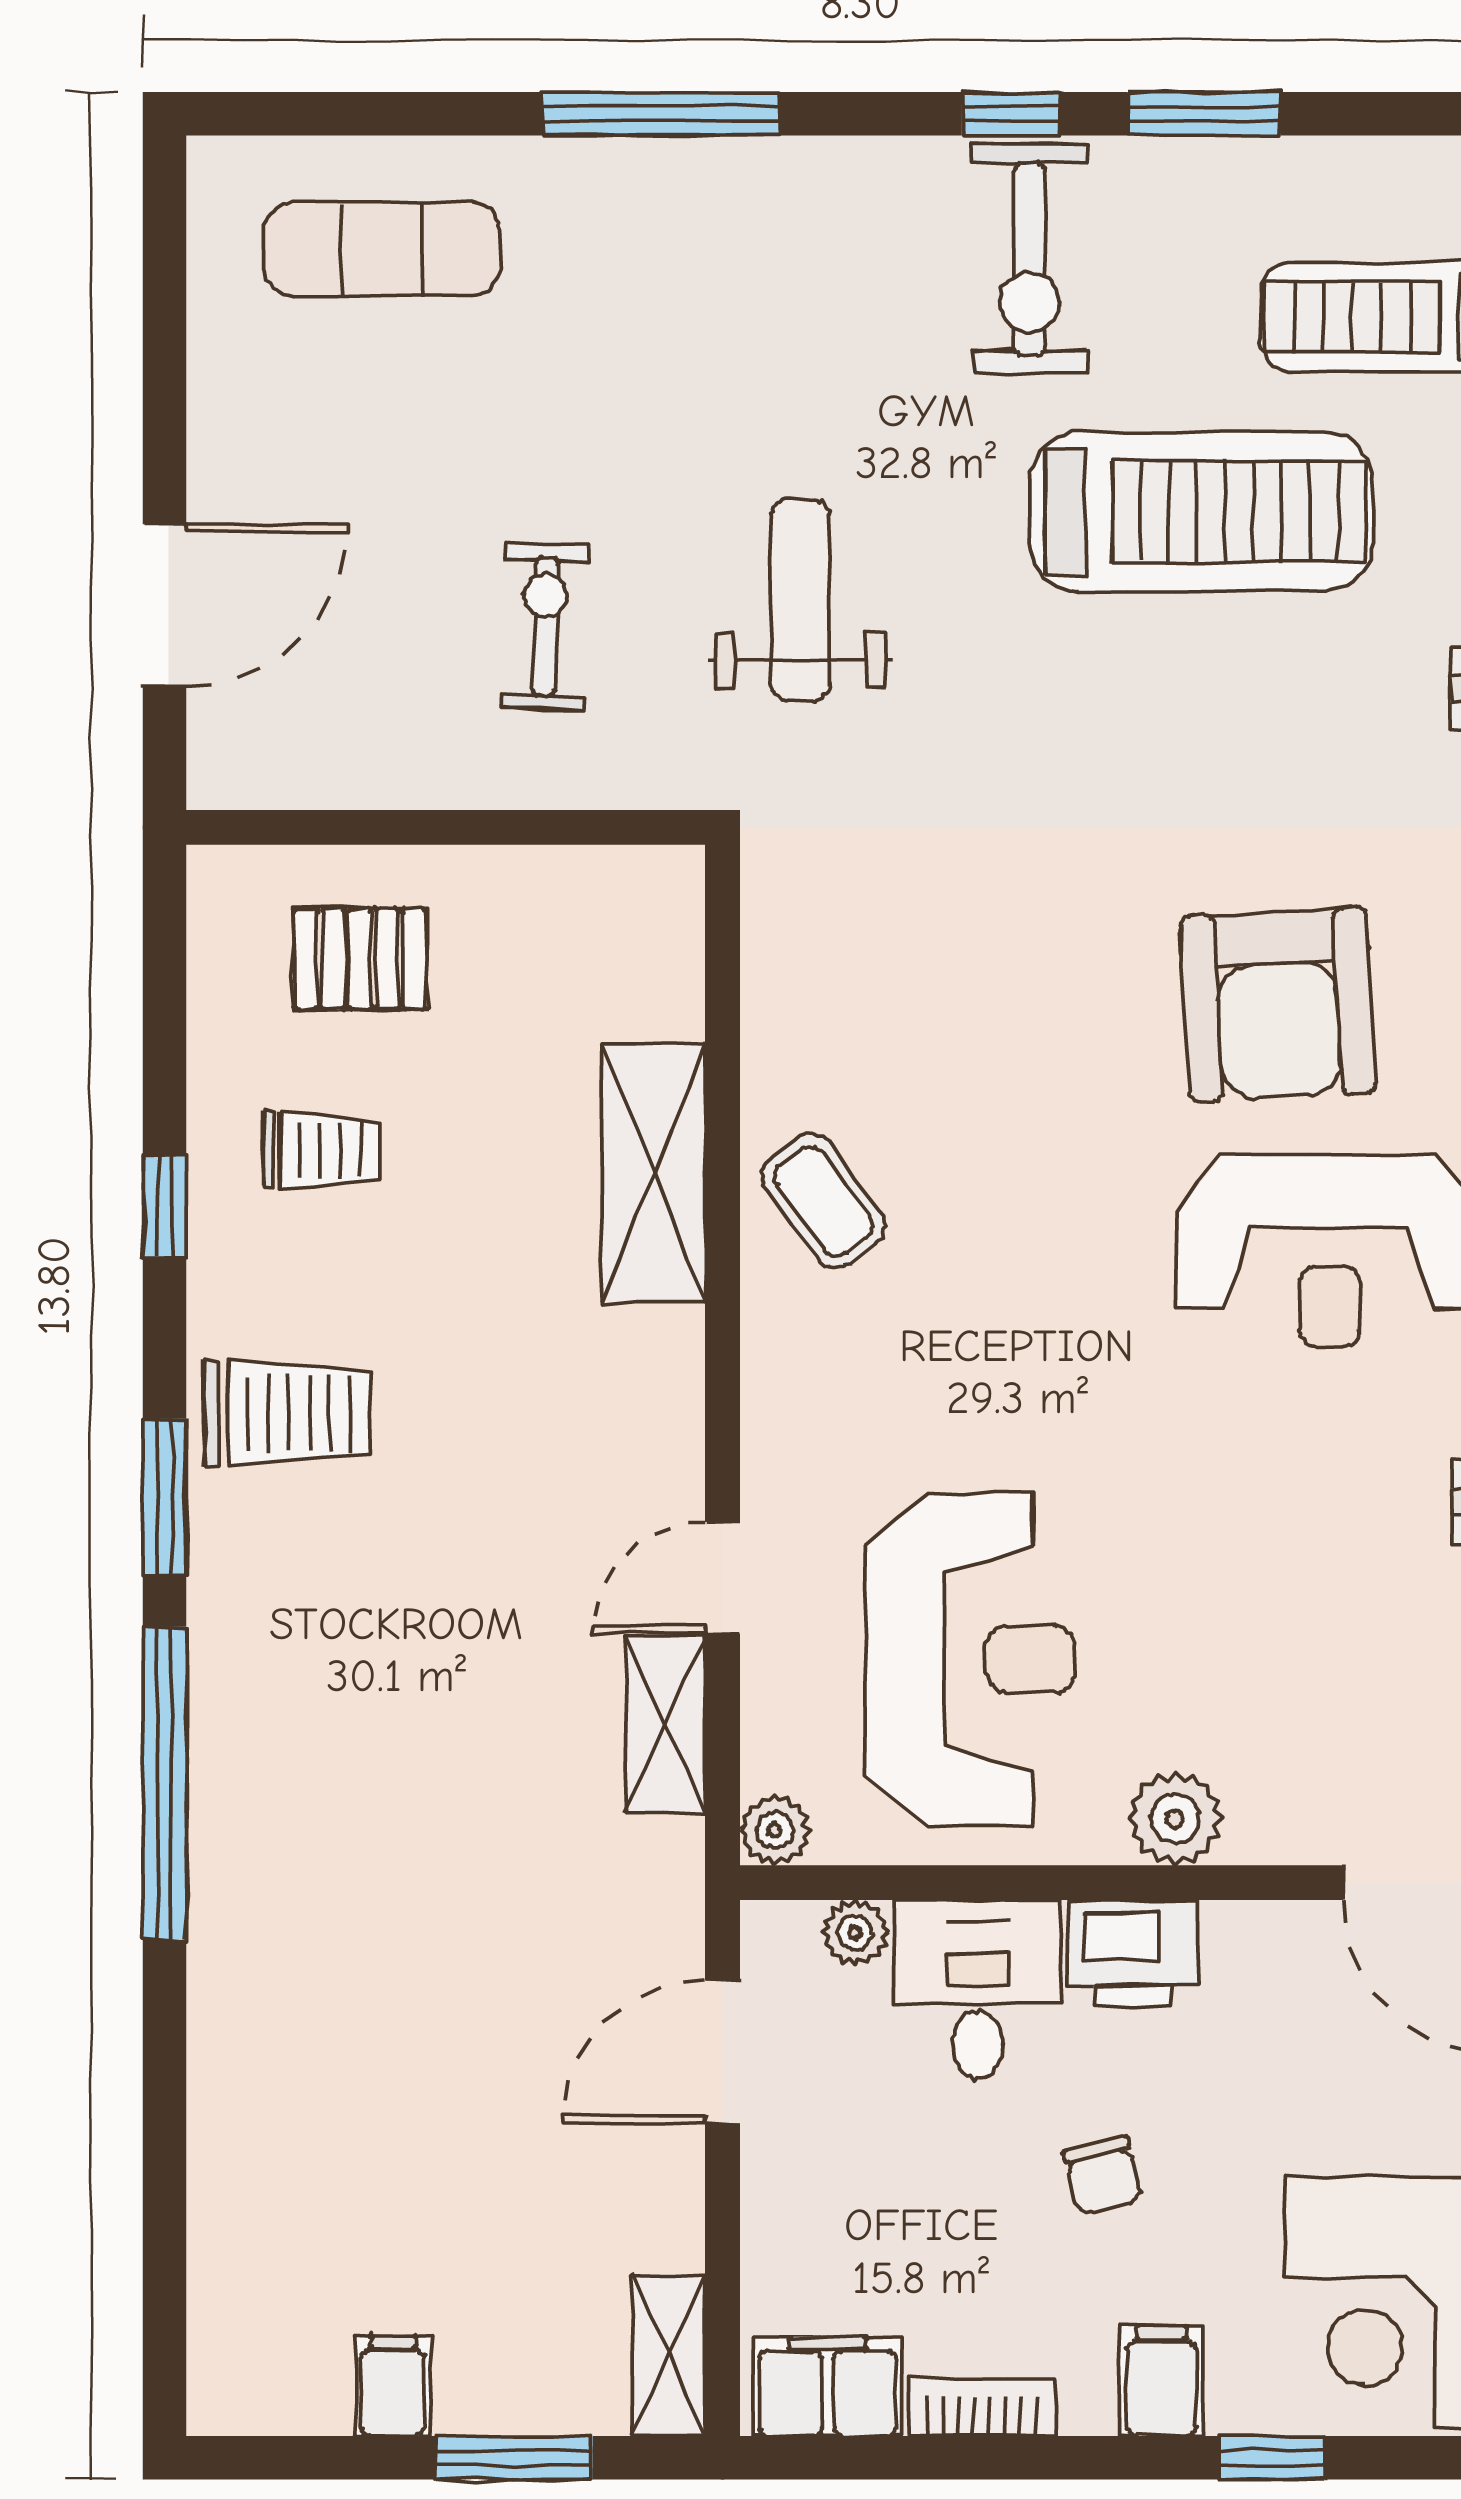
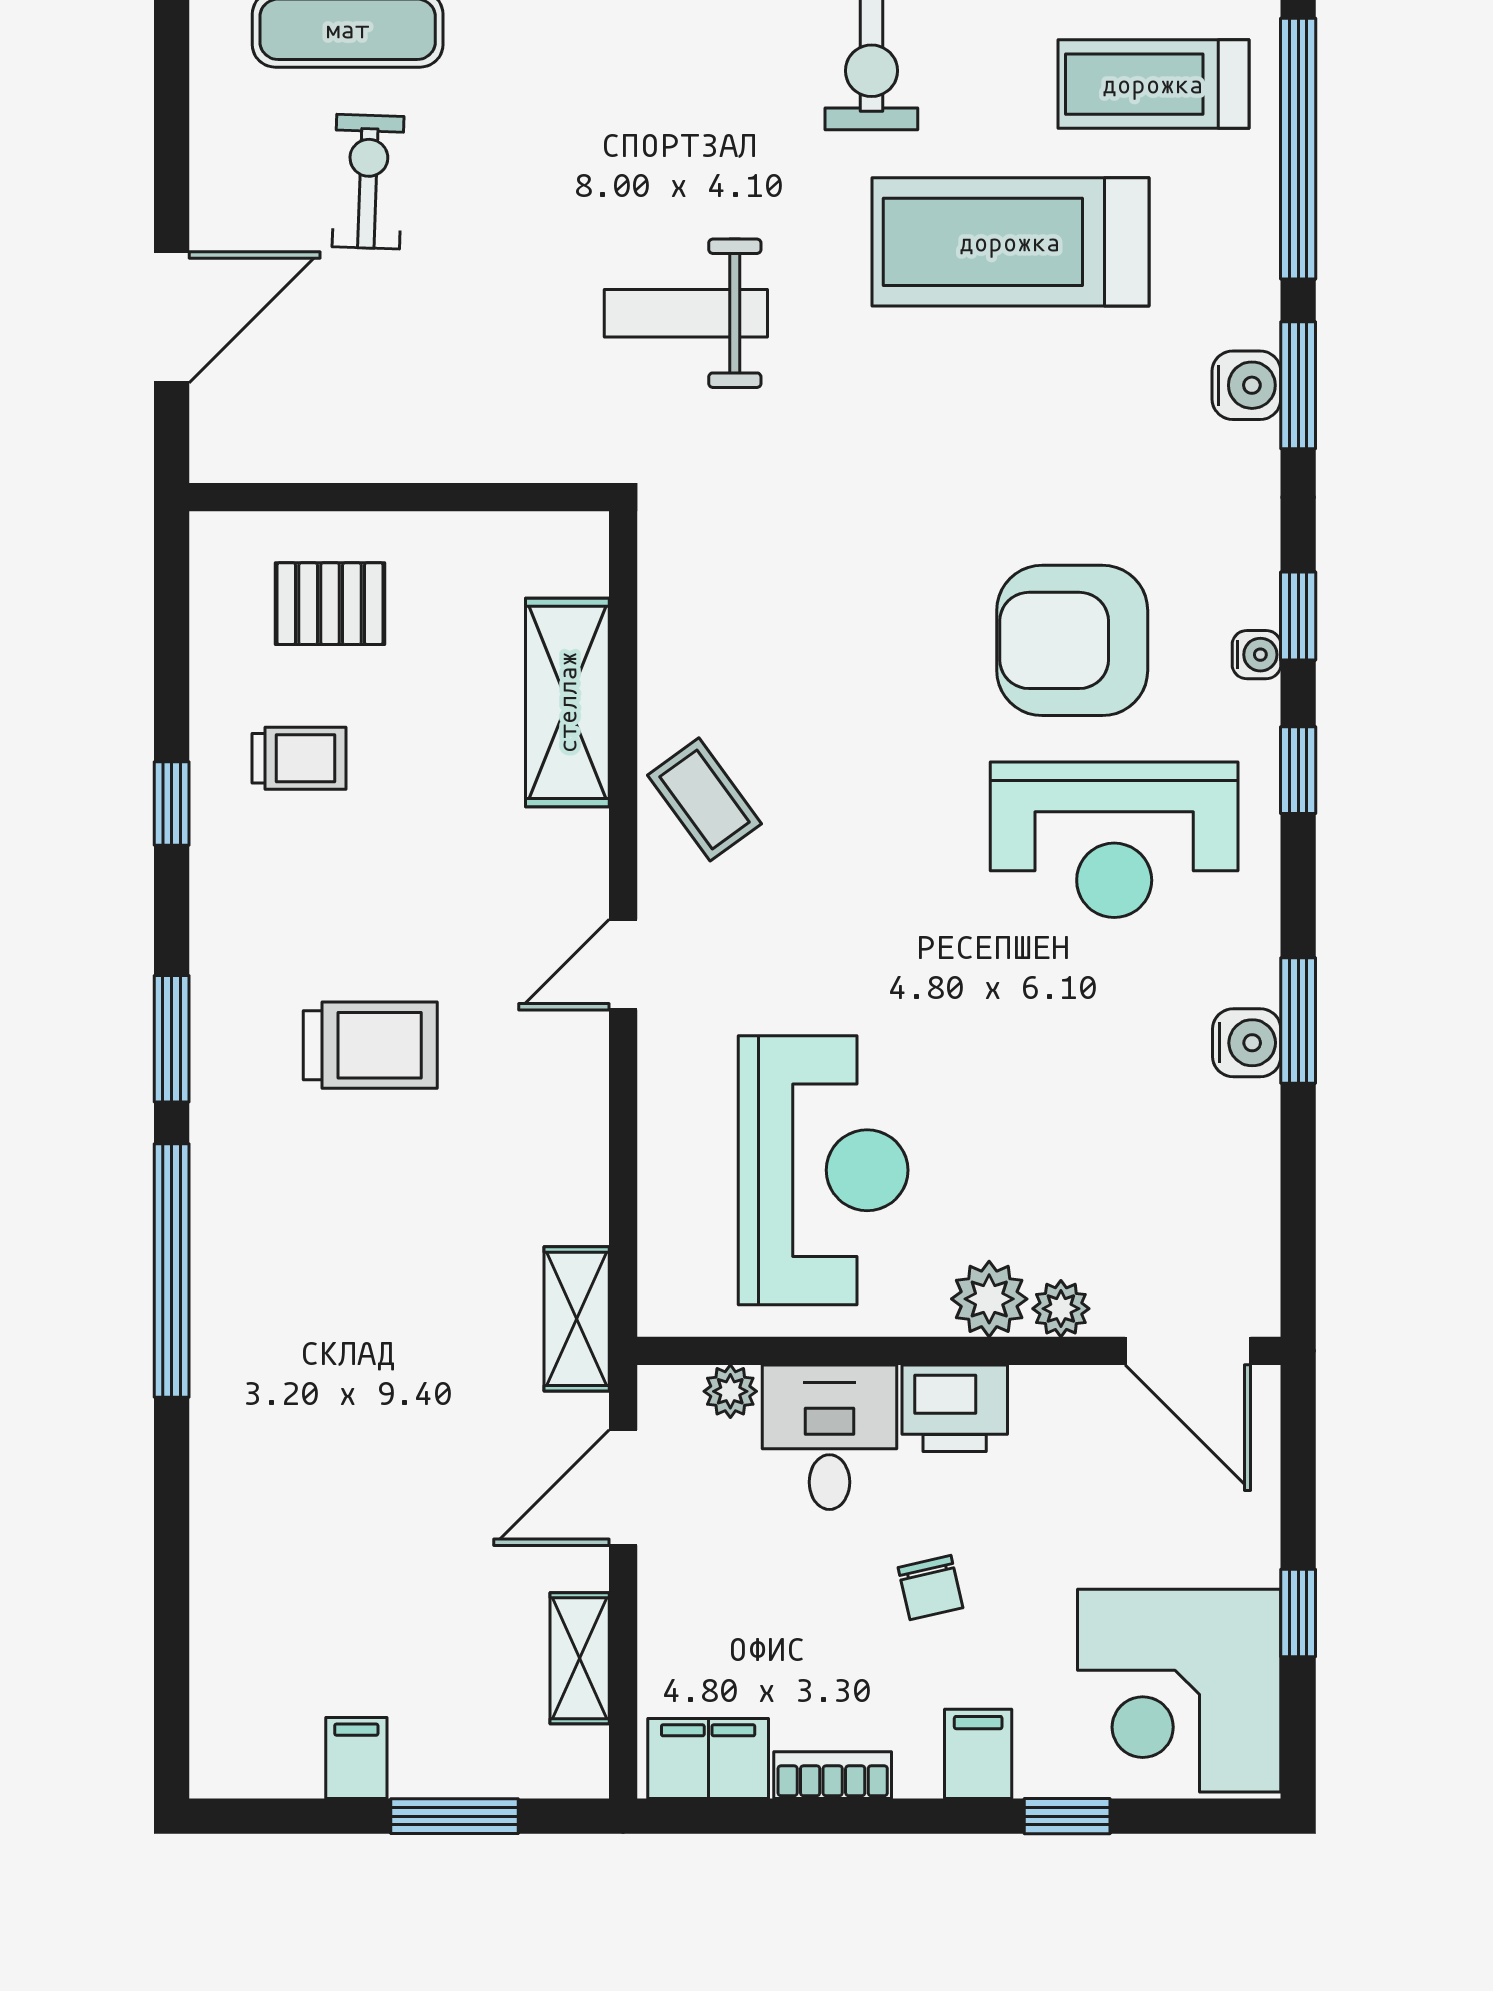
treadmill: (1202, 512) -> (1010, 242), turned 180
weight bench: (800, 600) -> (686, 313), turned -90
exercise bike: (545, 626) -> (368, 182), moved
armchair: (1278, 1004) -> (1072, 640), turned 93
shelving: (654, 1173) -> (567, 702), moved
trolley: (287, 1413) -> (370, 1045), moved
door: (723, 1578) -> (623, 965), moved
shelving: (665, 1724) -> (577, 1319), moved
plant: (775, 1830) -> (1061, 1309), moved
shelving: (669, 2355) -> (580, 1658), moved

